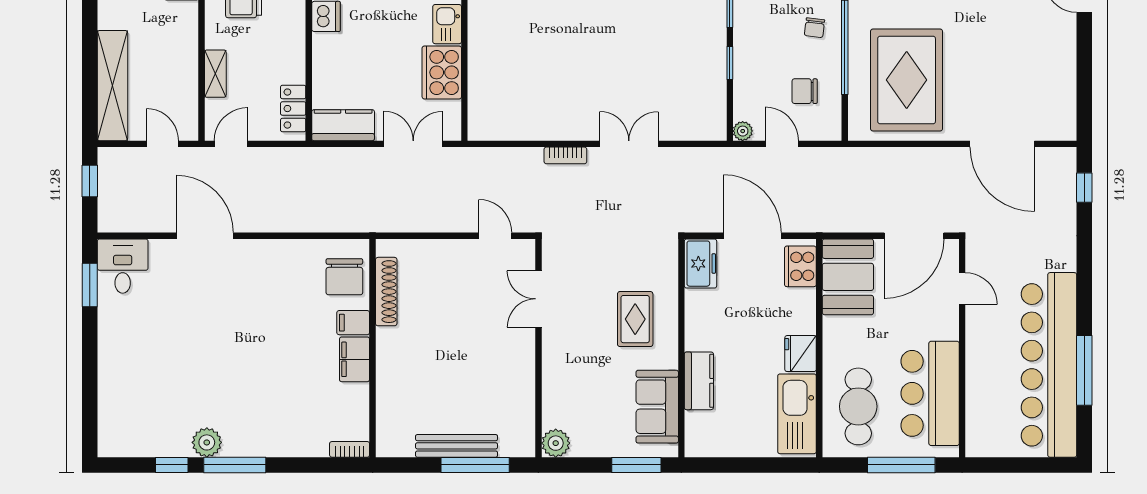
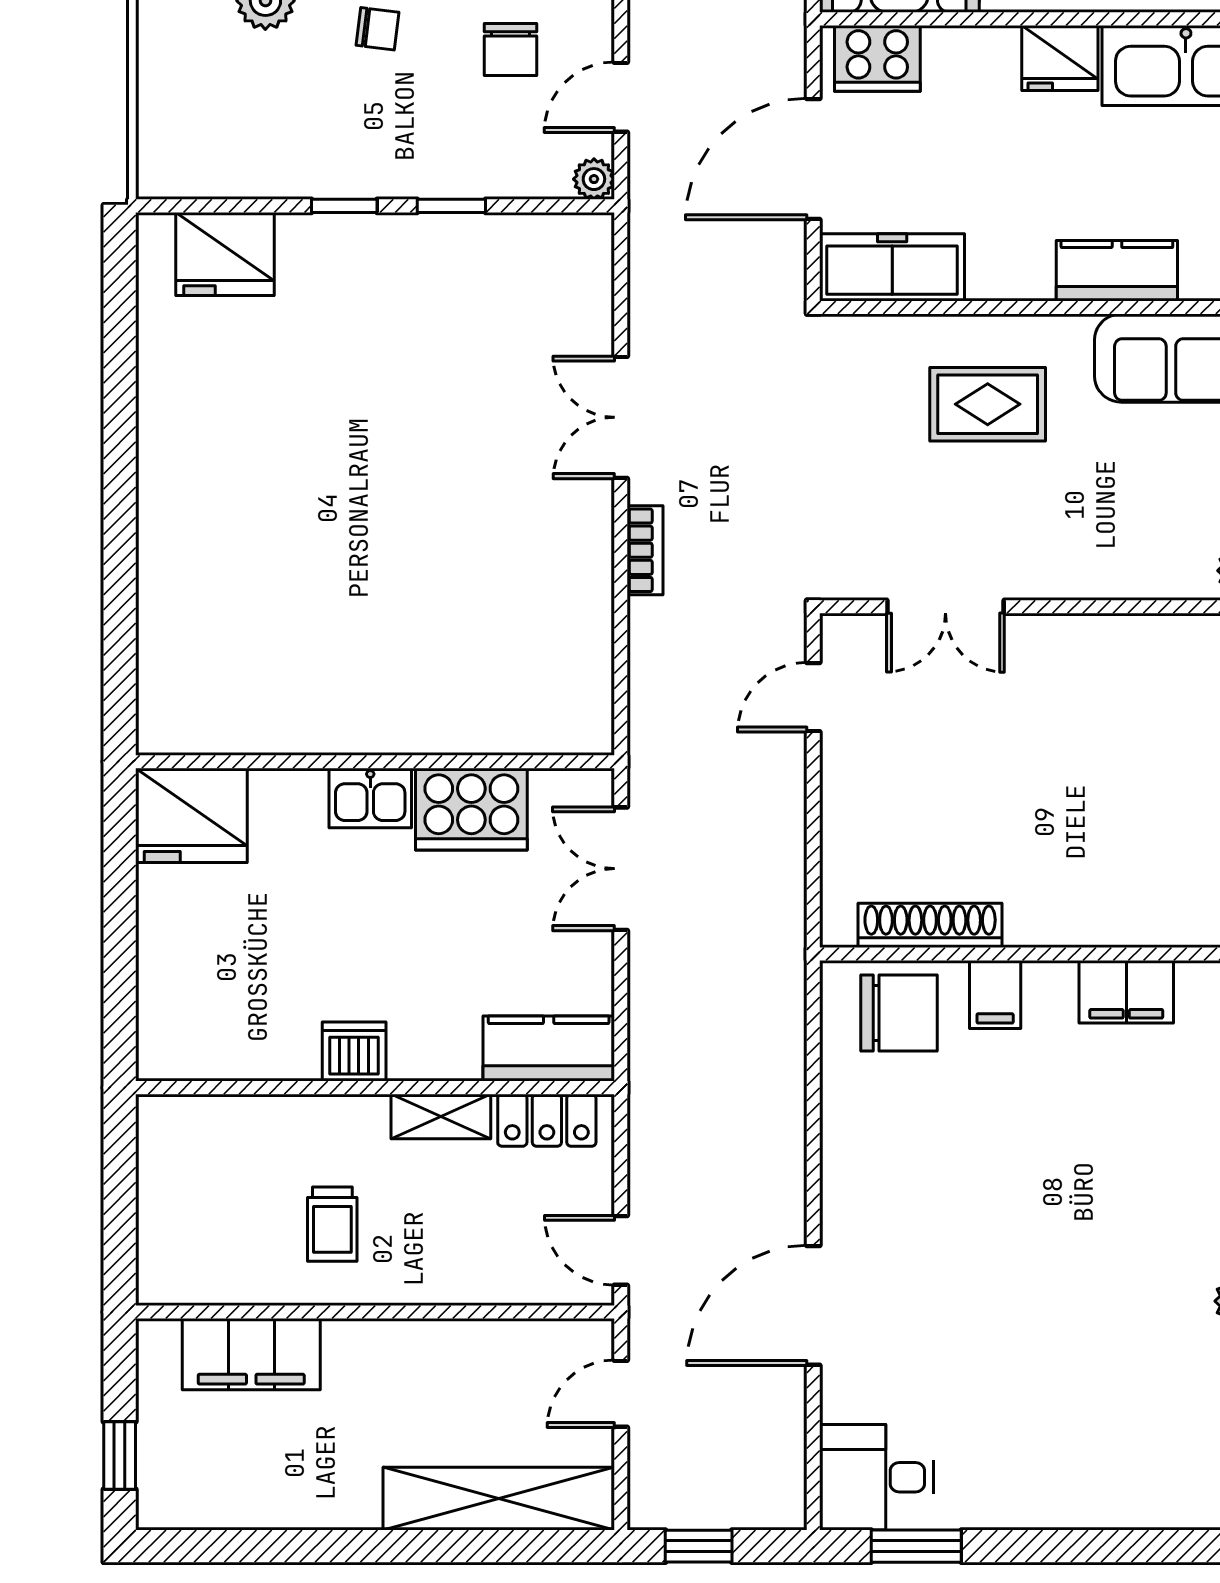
shelving: (215, 74) -> (441, 1116), moved
kitchen counter: (343, 125) -> (549, 1049), moved, turned 90
freezer: (701, 264) -> (892, 267), width x1.40
filing cabinet: (354, 359) -> (1126, 992), moved

